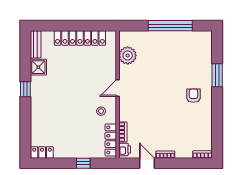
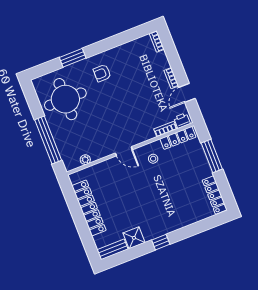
window: (170, 26) -> (48, 140), moved
plant: (128, 55) -> (85, 160), width x0.53, depth x0.53
round table: (183, 55) -> (65, 99), added
locker: (42, 152) -> (215, 195), width x1.53
window: (83, 163) -> (212, 156), width x2.17

